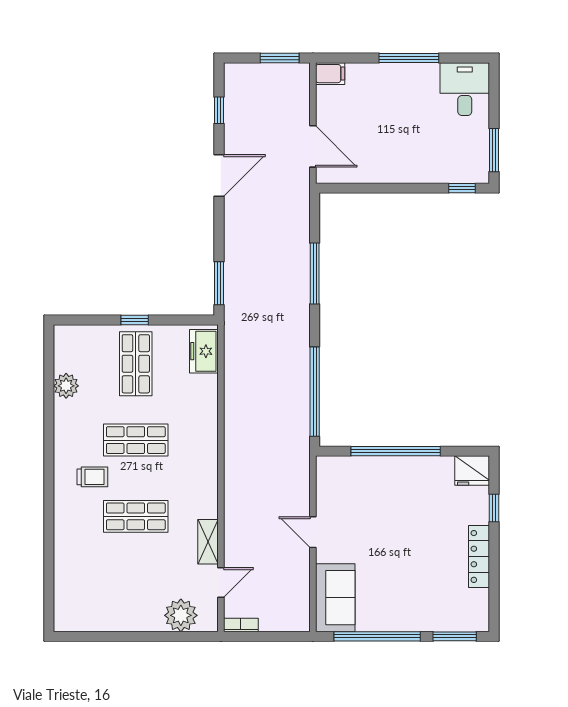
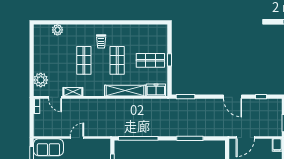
plant: (66, 386) -> (57, 30), moved
shelving: (205, 422) -> (125, 91), added

